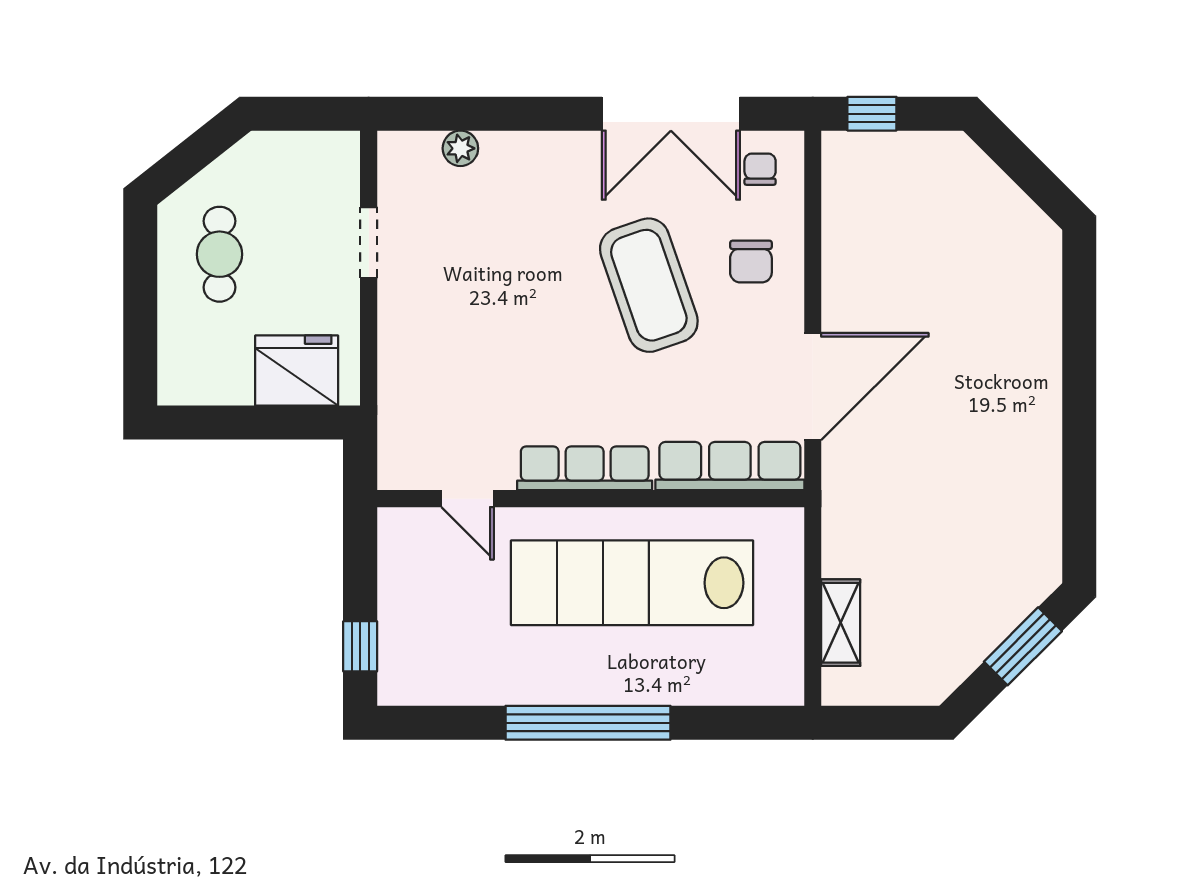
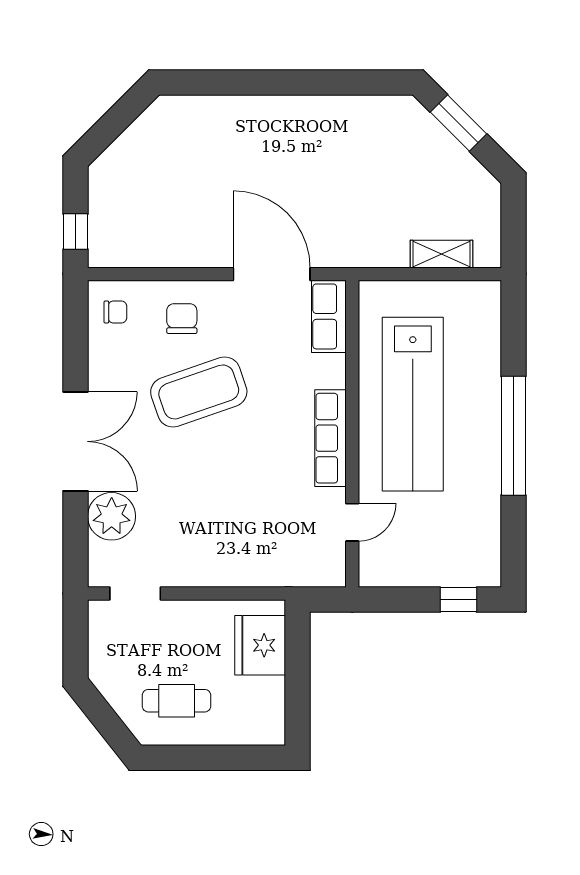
double door: (671, 114) -> (75, 441), moved
plant: (460, 148) -> (112, 516), width x1.88, depth x1.88
chair: (760, 169) -> (115, 312), turned 180
doorway: (369, 243) -> (135, 593), moved
chair: (751, 262) -> (182, 319), turned -90
row of seats: (730, 466) -> (329, 316), width x0.68

